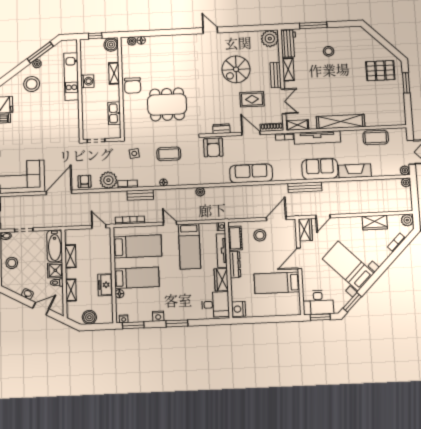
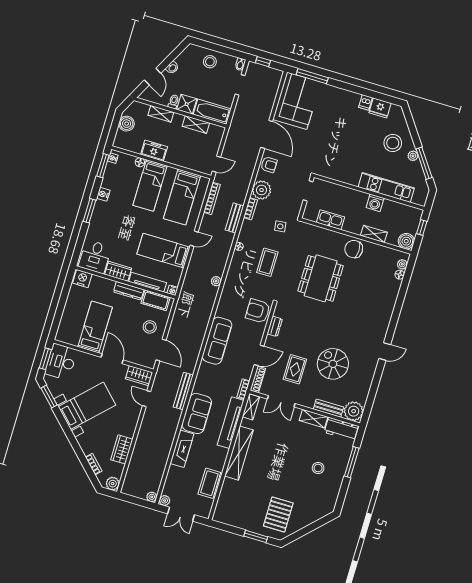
bench: (276, 75) -> (328, 408), moved

